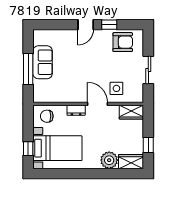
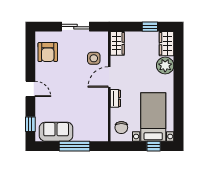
window: (109, 25) -> (30, 124), moved
armchair: (123, 42) -> (48, 52), turned 180
sofa: (43, 62) -> (56, 132), moved

